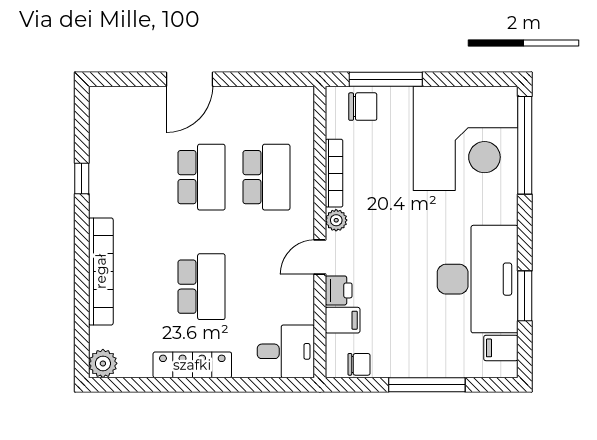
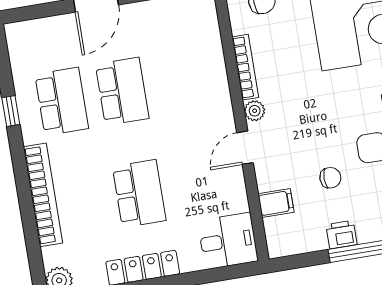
school desk: (266, 177) -> (62, 101), moved
printer: (339, 290) -> (342, 235), moved, turned -90
chair: (359, 364) -> (330, 178), moved

